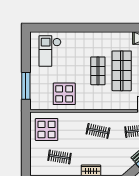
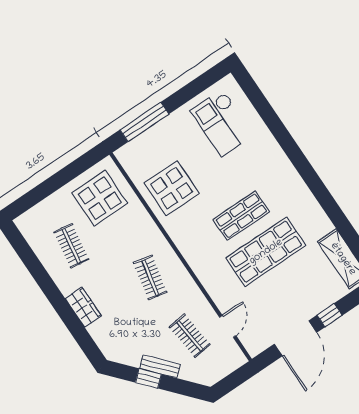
checkout: (50, 51) -> (222, 123), turned -90

